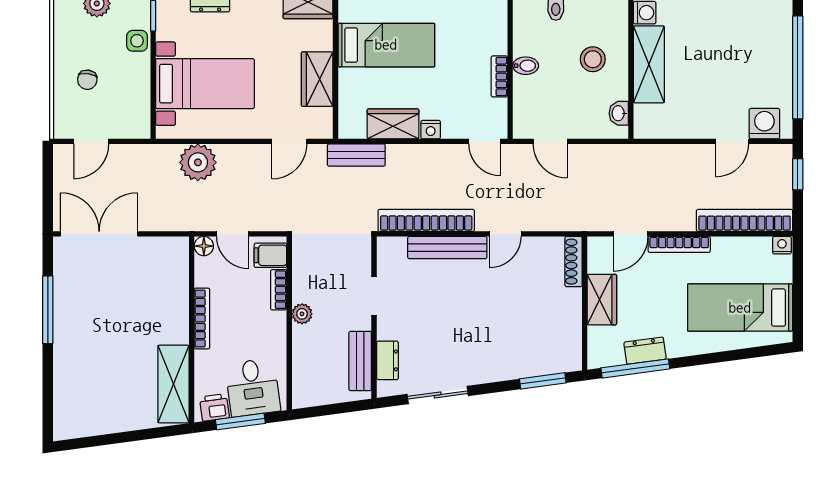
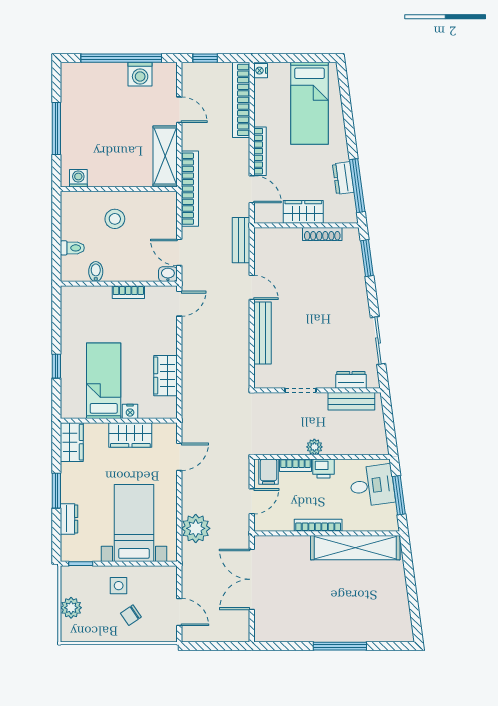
side table: (137, 41) -> (119, 586), moved
shelving: (649, 64) -> (165, 156), moved, turned 90
bidet: (526, 66) -> (96, 272), moved
chair: (87, 80) -> (131, 615), turned 138
washbasin: (619, 113) -> (168, 274), moved, turned 180
washing machine: (764, 124) -> (140, 74), moved, turned -90
nightstand: (431, 130) -> (130, 411), moved, turned 90
door: (289, 141) -> (179, 457), hinge flipped
door: (550, 141) -> (179, 252), swing flipped
bench: (356, 155) -> (241, 240), moved
bookcase: (426, 220) -> (190, 189), moved, turned 180
double door: (99, 234) -> (252, 579), moved
floor lamp: (204, 246) -> (261, 524), removed
shoe rack: (574, 262) -> (322, 234), moved
window: (48, 310) -> (340, 646), moved
shelving: (174, 384) -> (355, 548), width x1.47
printer: (214, 407) -> (324, 469), moved, turned -82

